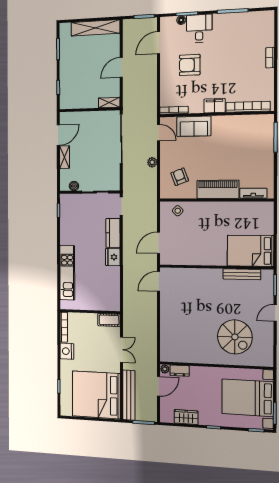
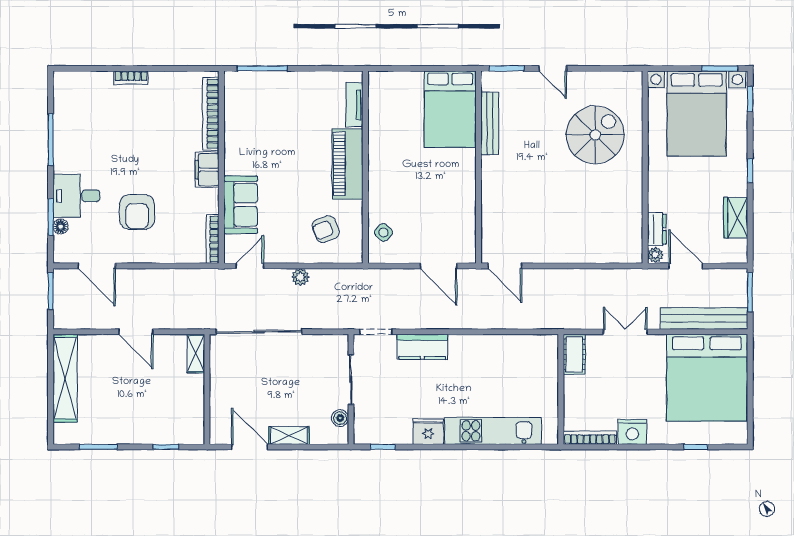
fridge: (113, 257) -> (428, 432), moved, turned 180

